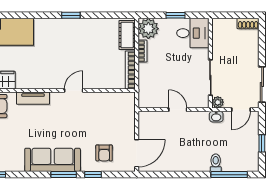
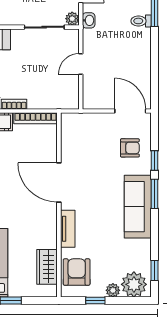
door: (74, 90) -> (59, 183), width x1.87

